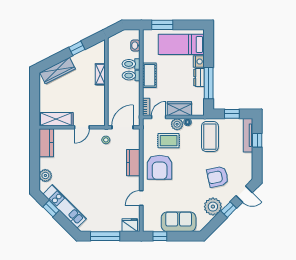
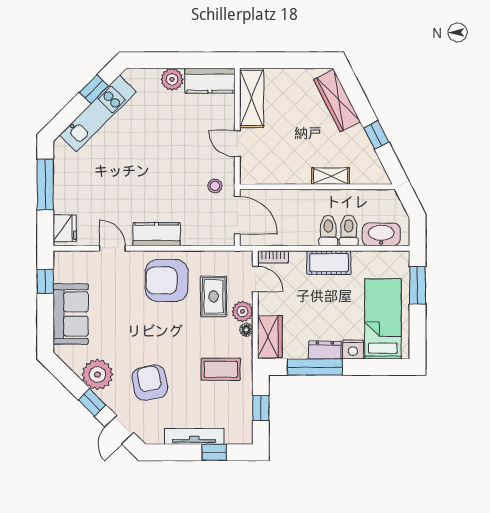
washbasin: (135, 46) -> (381, 234), width x1.91, depth x1.45
wardrobe: (179, 109) -> (270, 337), moved
tv unit: (248, 135) -> (194, 436), moved
coffee table: (210, 137) -> (221, 369), width x0.73, depth x0.76
kitchen counter: (133, 163) -> (157, 234), moved
plant: (45, 175) -> (172, 79), moved

